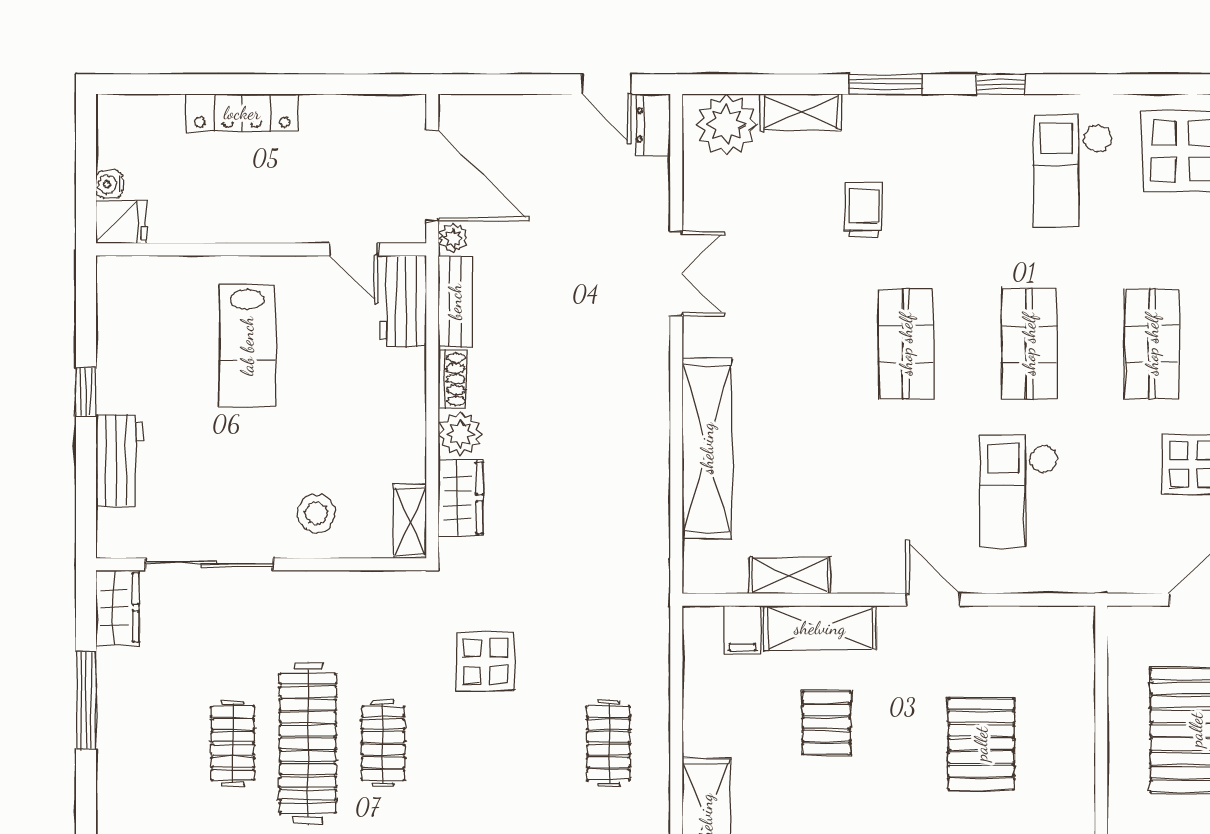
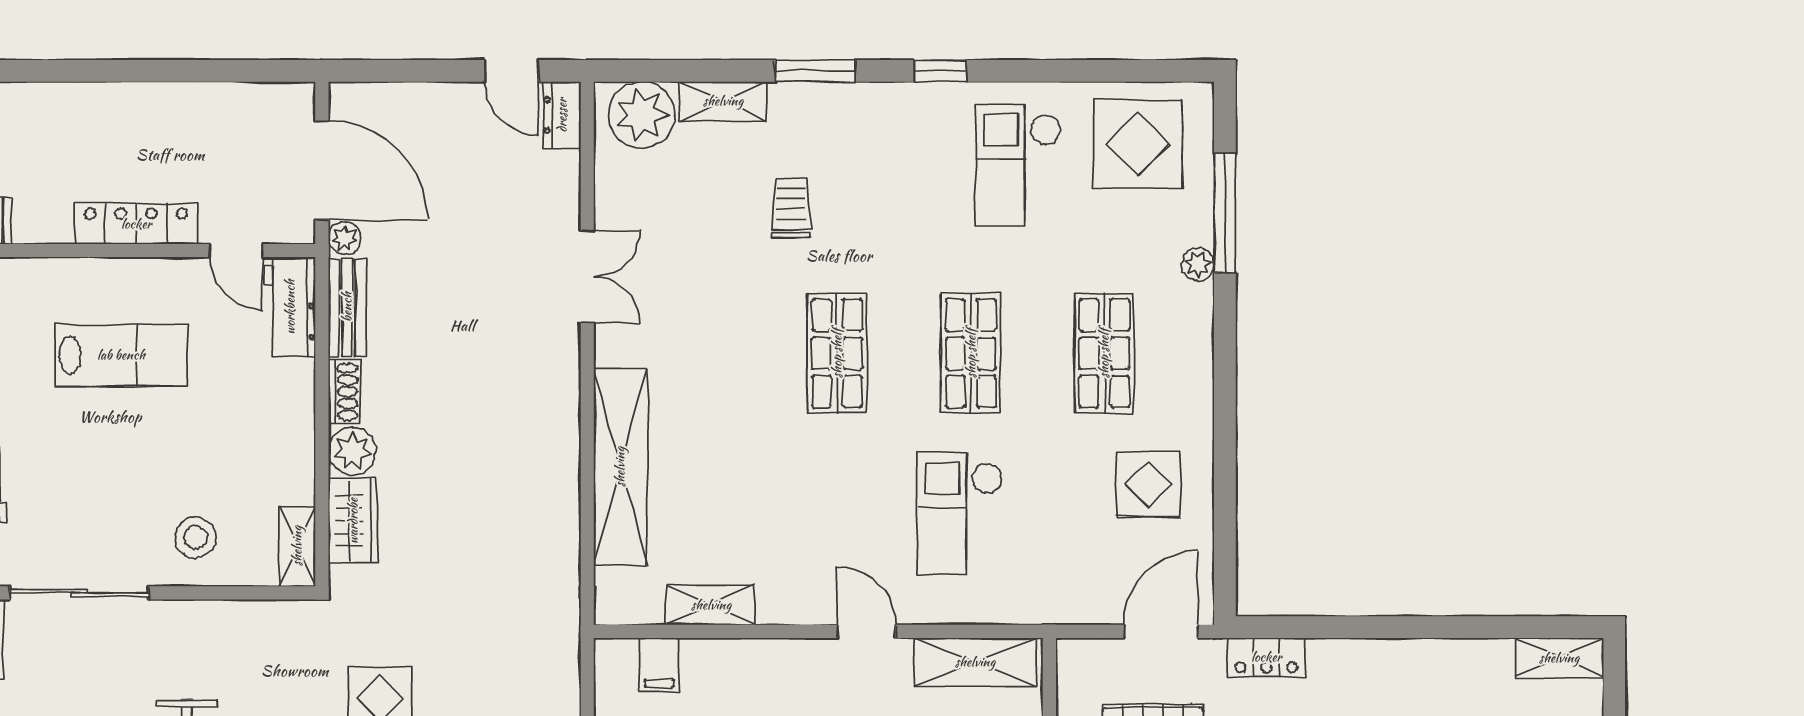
locker: (242, 113) -> (136, 224), moved, turned 180
lab bench: (247, 346) -> (121, 355), turned -90
shelving: (820, 628) -> (975, 662), moved

